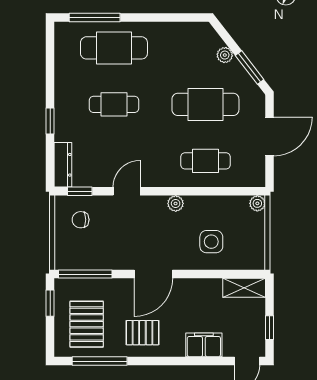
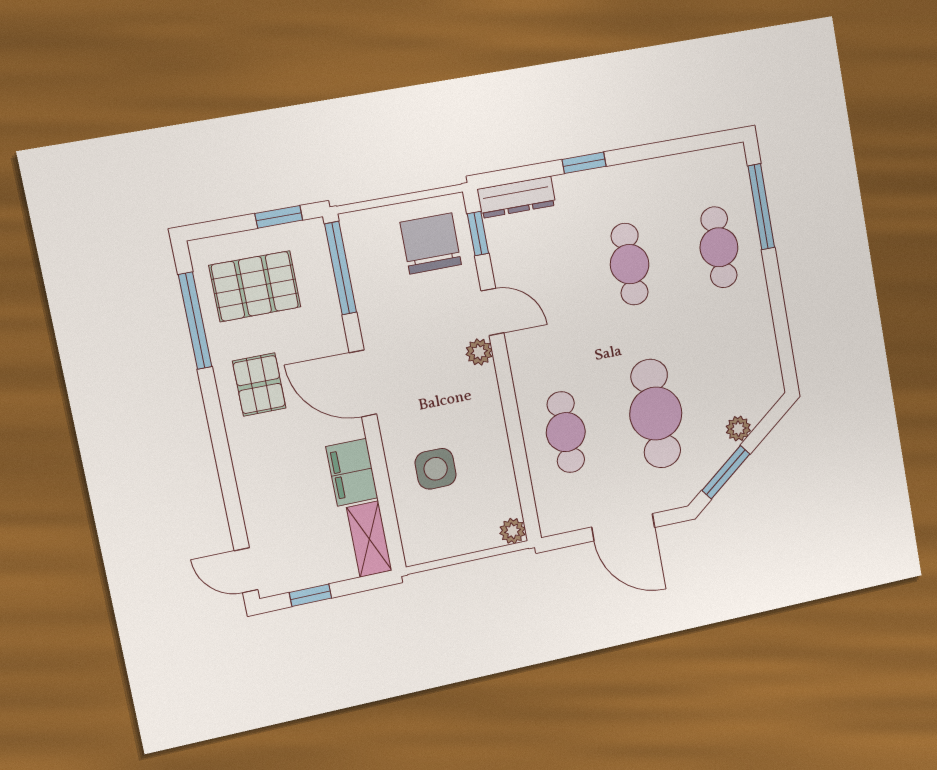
cafe table: (114, 48) -> (719, 247), width x0.73, depth x0.74
plant: (176, 203) -> (479, 352), moved
chair: (81, 220) -> (431, 243), width x1.87, depth x1.87
filing cabinet: (204, 345) -> (352, 472), moved, turned 180

